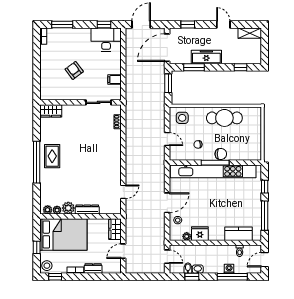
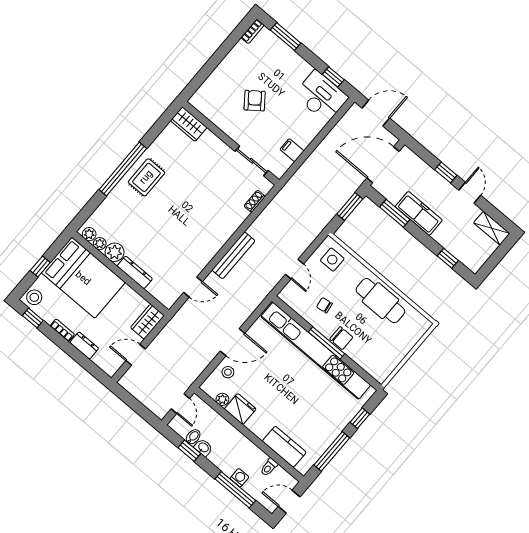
window: (188, 25) -> (446, 172), moved
bench: (130, 158) -> (233, 255), added

